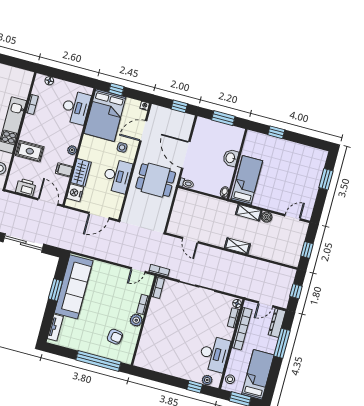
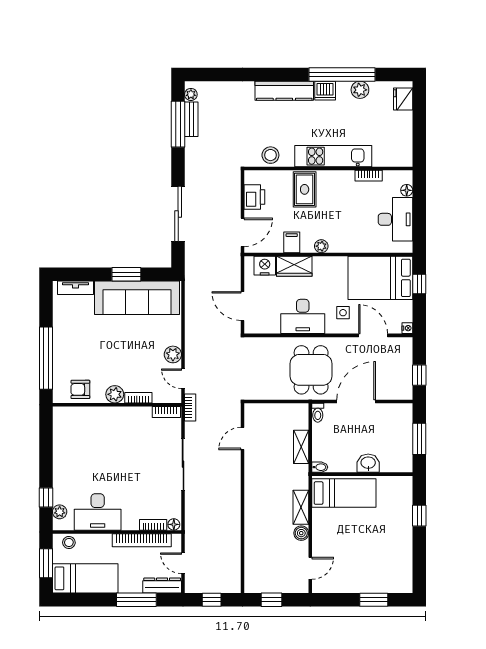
desk: (76, 107) -> (395, 219), moved, turned -90
door: (293, 217) -> (310, 568), hinge flipped
shelving: (237, 246) -> (301, 447), moved
plant: (119, 273) -> (173, 354), added
armchair: (115, 337) -> (80, 389), moved, turned 81

